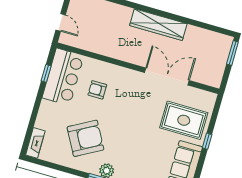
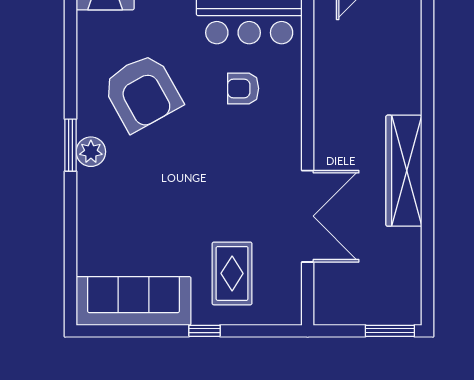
armchair: (97, 90) -> (243, 88), turned -90
rug: (184, 120) -> (232, 273), width x0.73, depth x0.70

